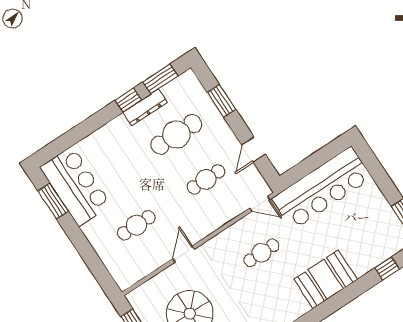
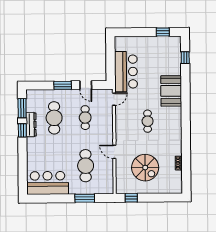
window: (222, 101) -> (63, 85), moved
bar counter: (322, 188) -> (126, 72), width x0.73
window: (53, 201) -> (85, 198), moved
cafe table: (136, 225) -> (86, 166), width x1.37, depth x1.35
cafe table: (261, 253) -> (148, 121), moved

